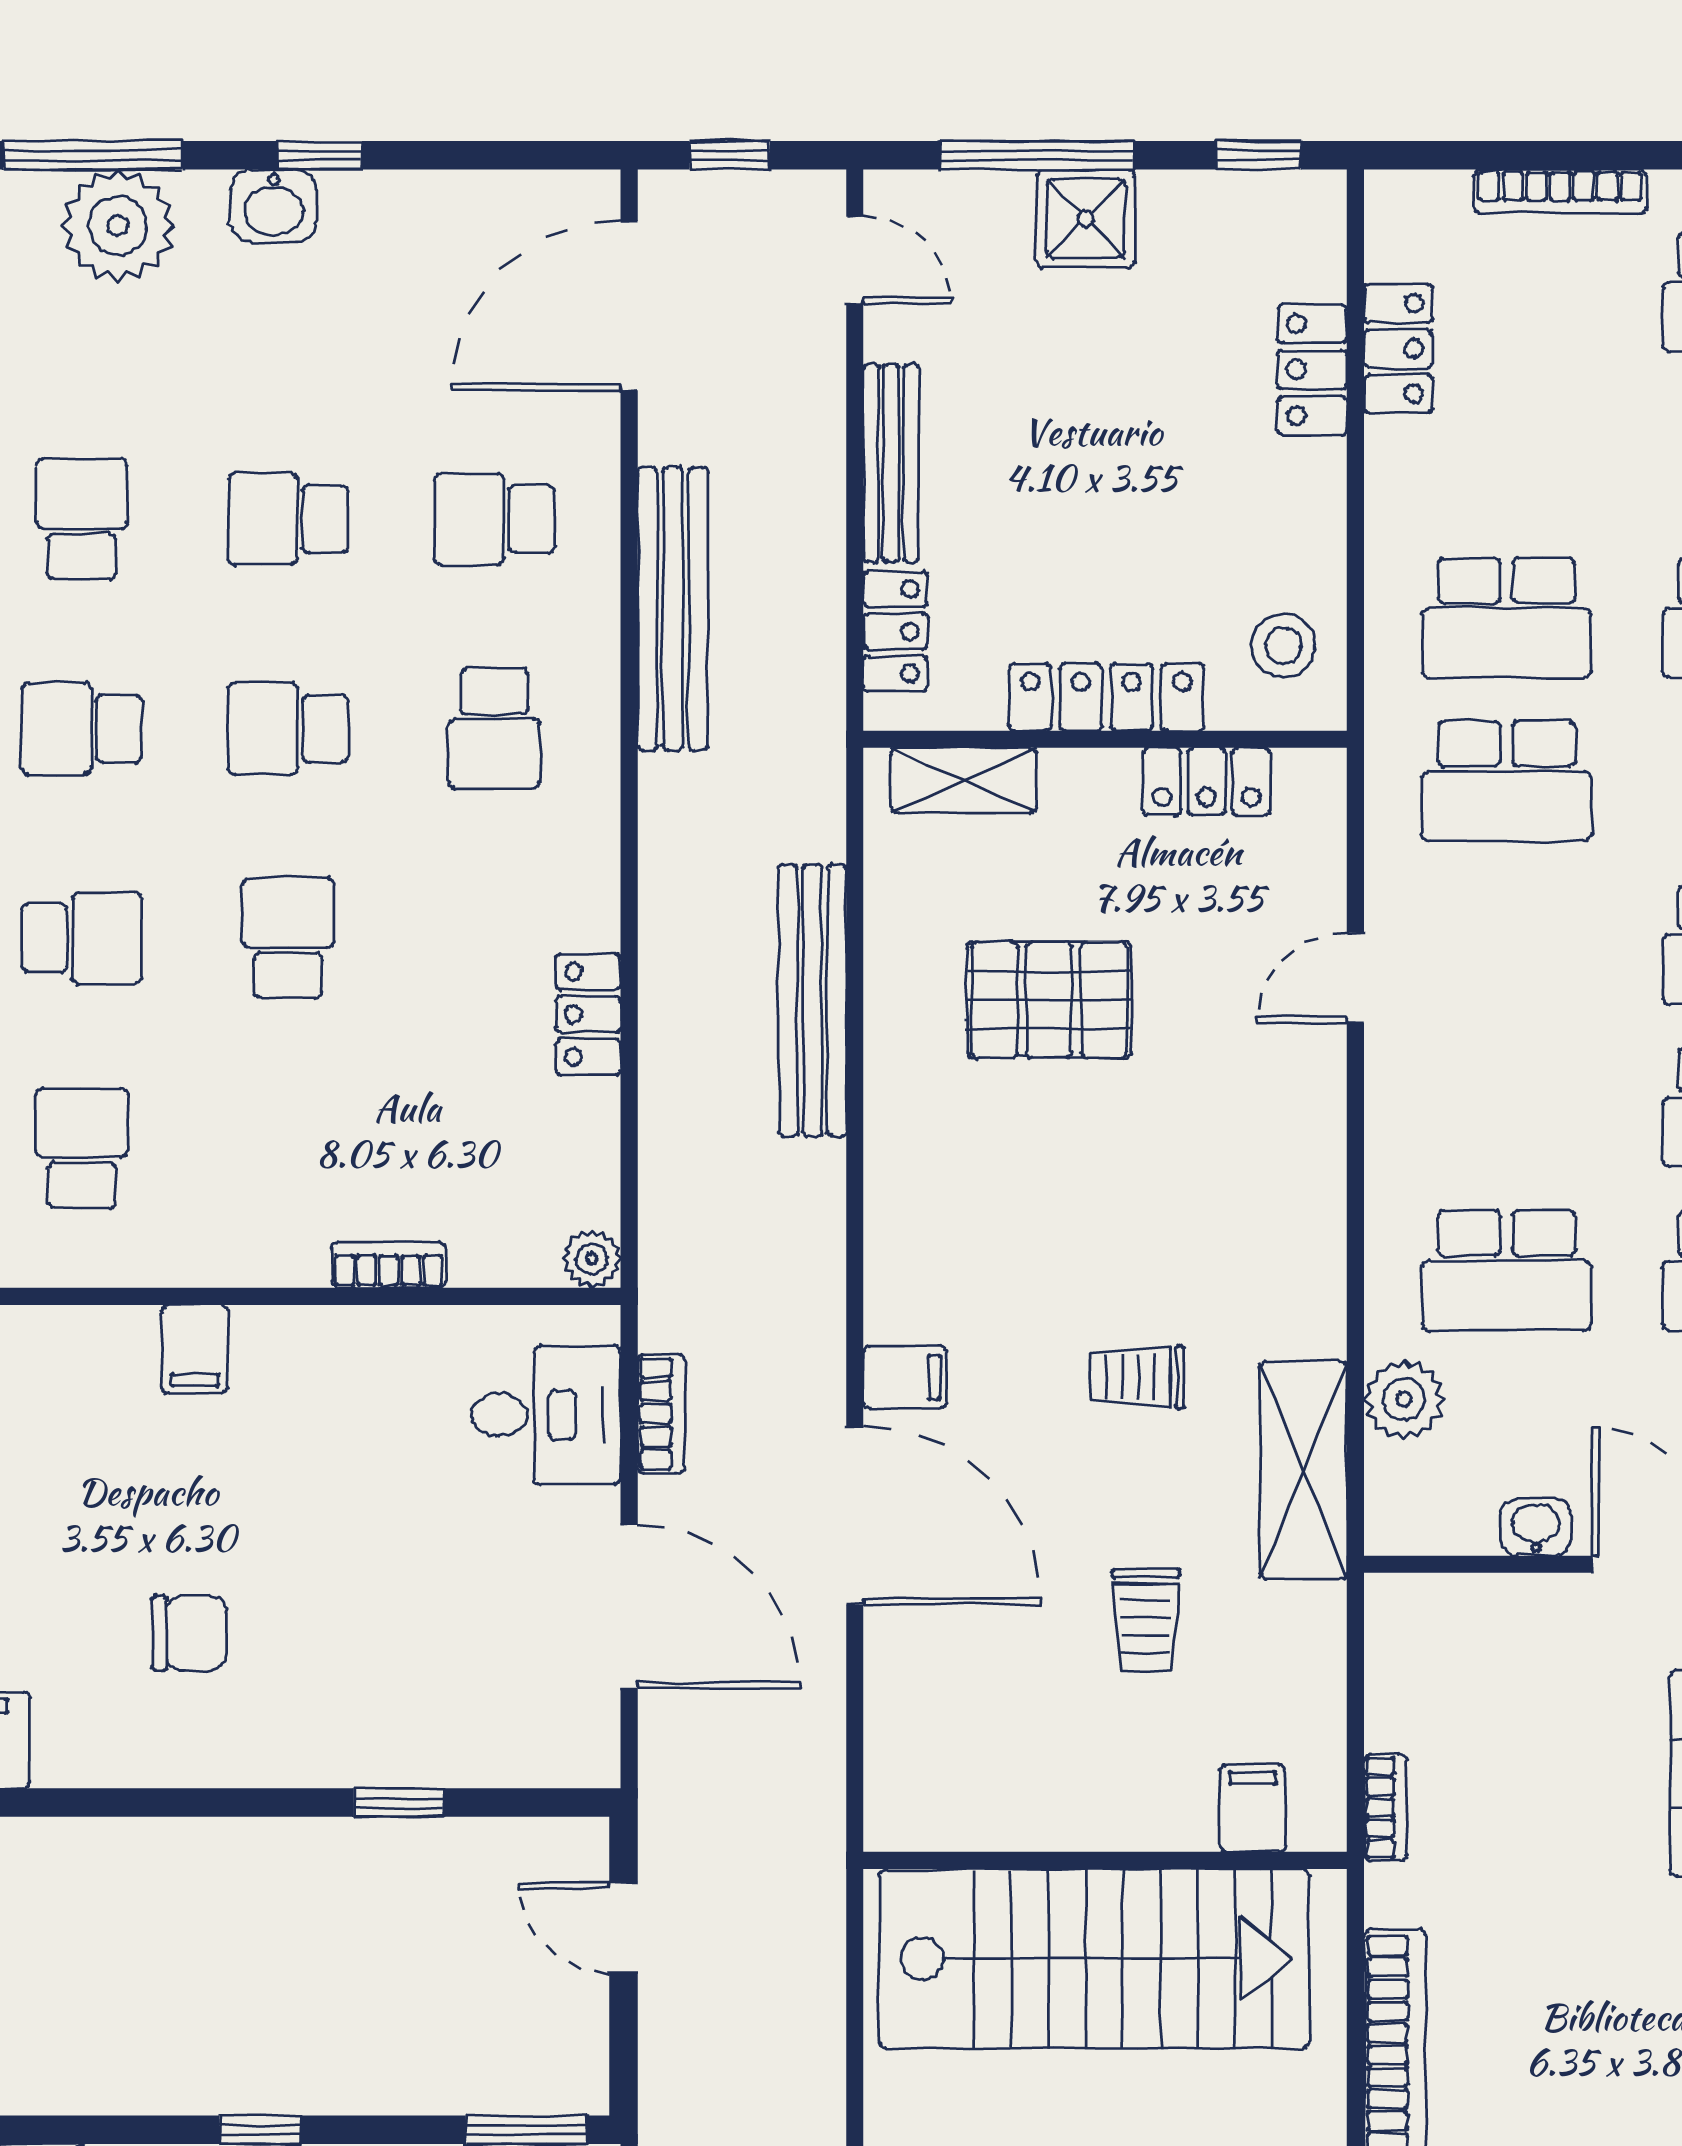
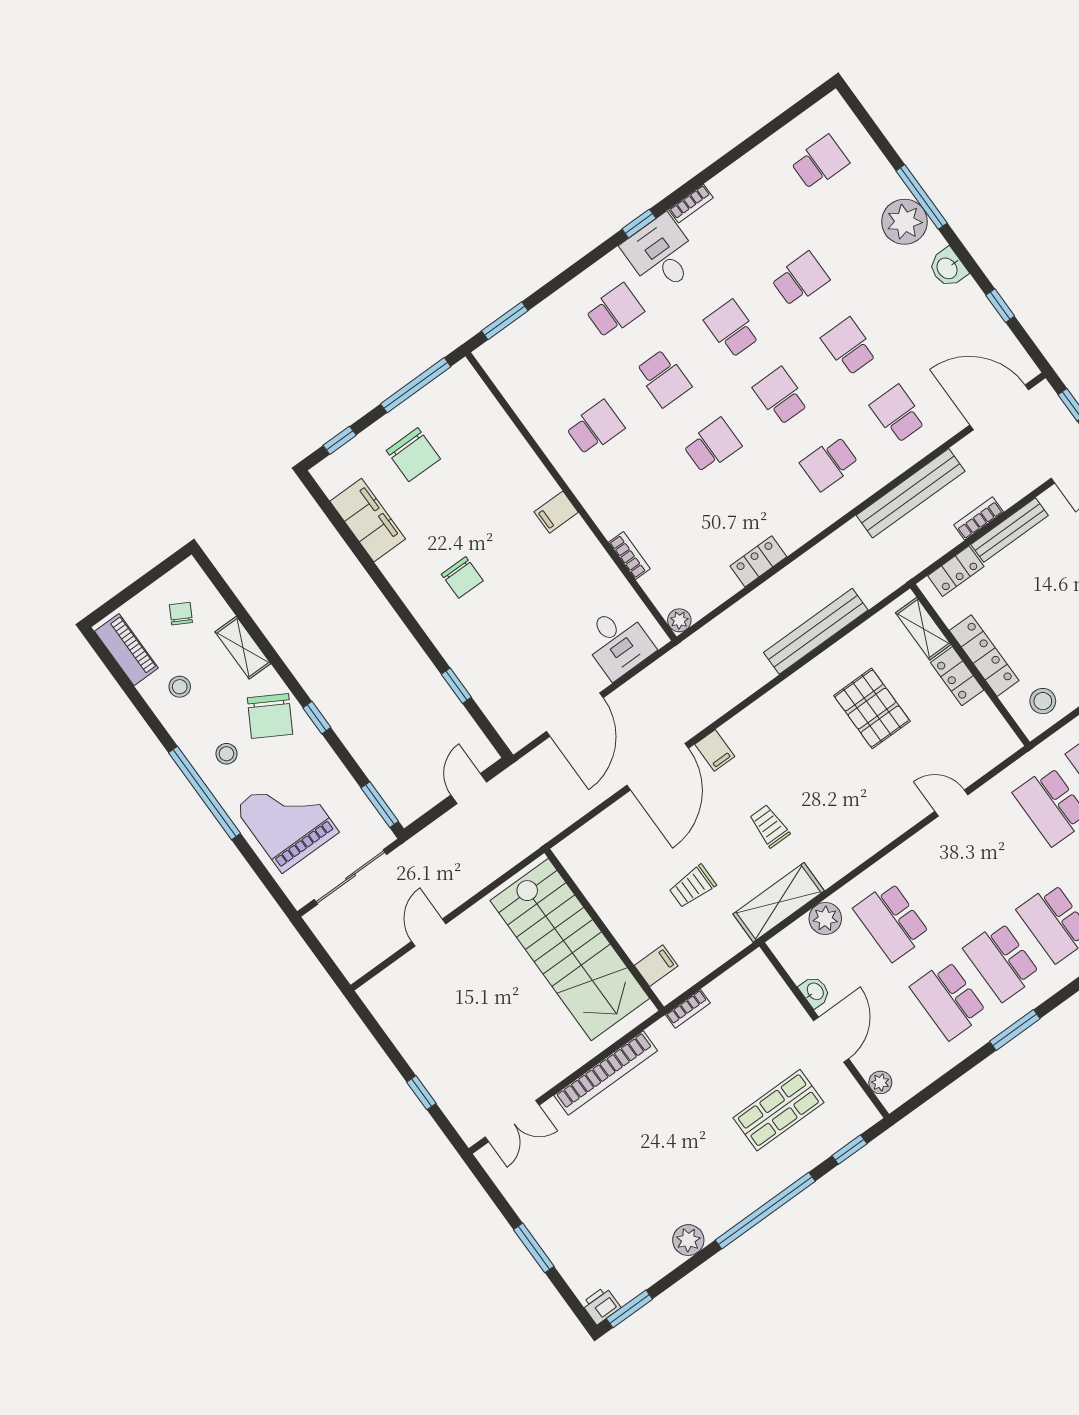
window: (320, 155) -> (1000, 306), moved
locker: (1206, 781) -> (957, 676), moved
bookcase: (661, 1414) -> (979, 518), moved, turned 180

